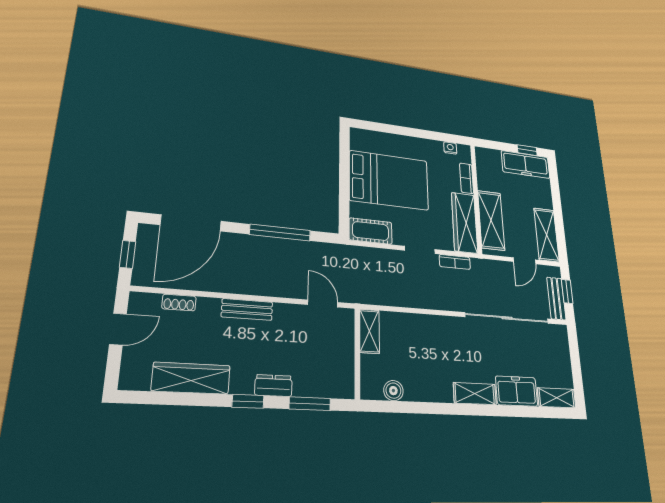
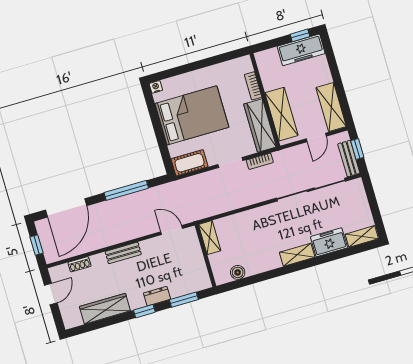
nightstand: (450, 148) -> (156, 87), moved

